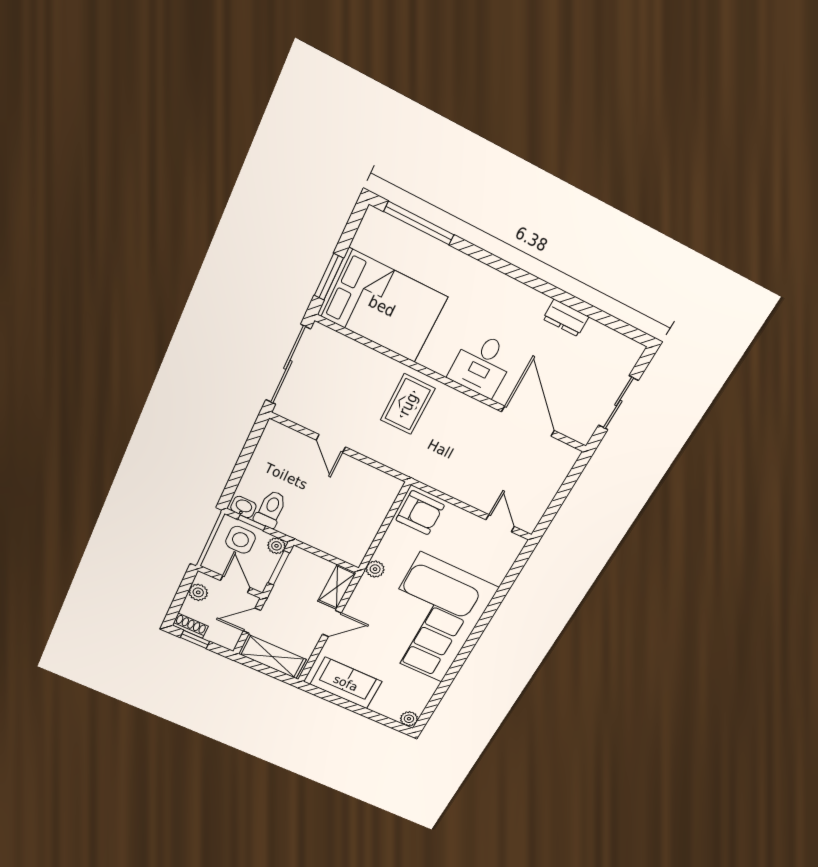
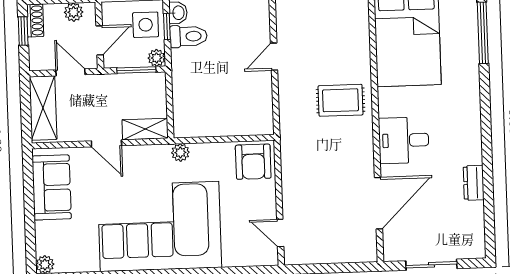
door: (500, 523) -> (280, 233), swing flipped

